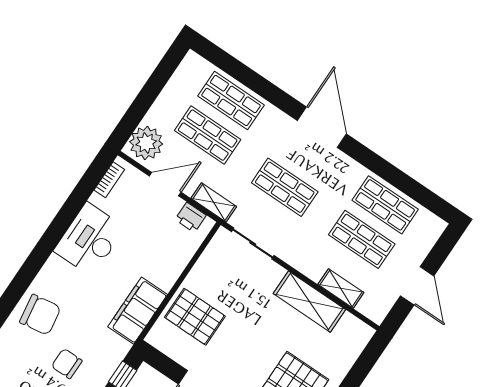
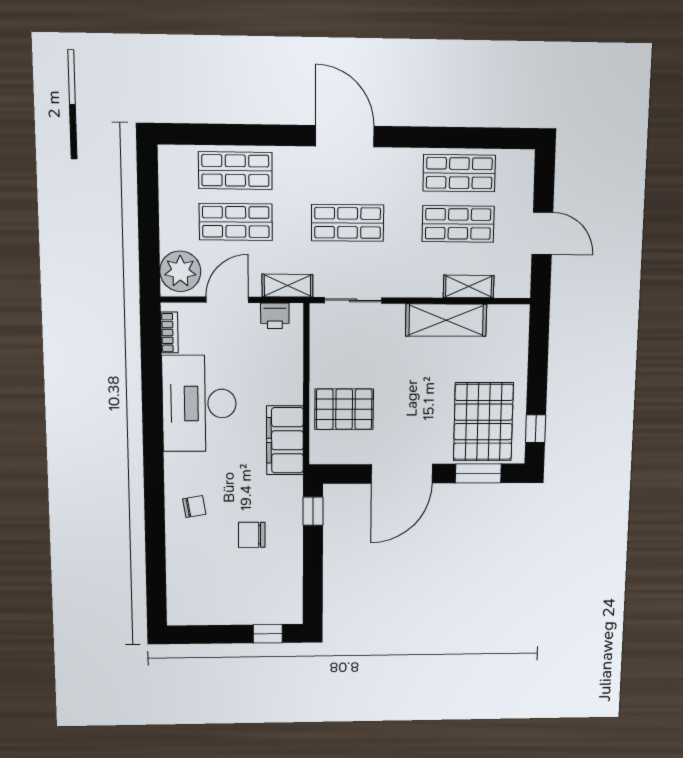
desk: (89, 239) -> (199, 404), width x1.36, depth x1.30
chair: (40, 315) -> (194, 507), width x0.54, depth x0.54

